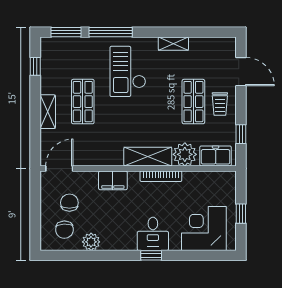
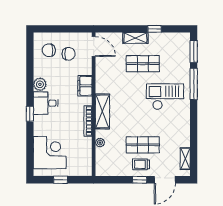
shelving: (173, 44) -> (185, 159), moved
window: (35, 66) -> (155, 29), moved
window: (241, 134) -> (140, 180), moved
plant: (185, 154) -> (100, 143), width x0.53, depth x0.53
freezer: (216, 156) -> (103, 161), removed
desk: (153, 234) -> (46, 103), moved
plant: (91, 242) -> (40, 84), moved

